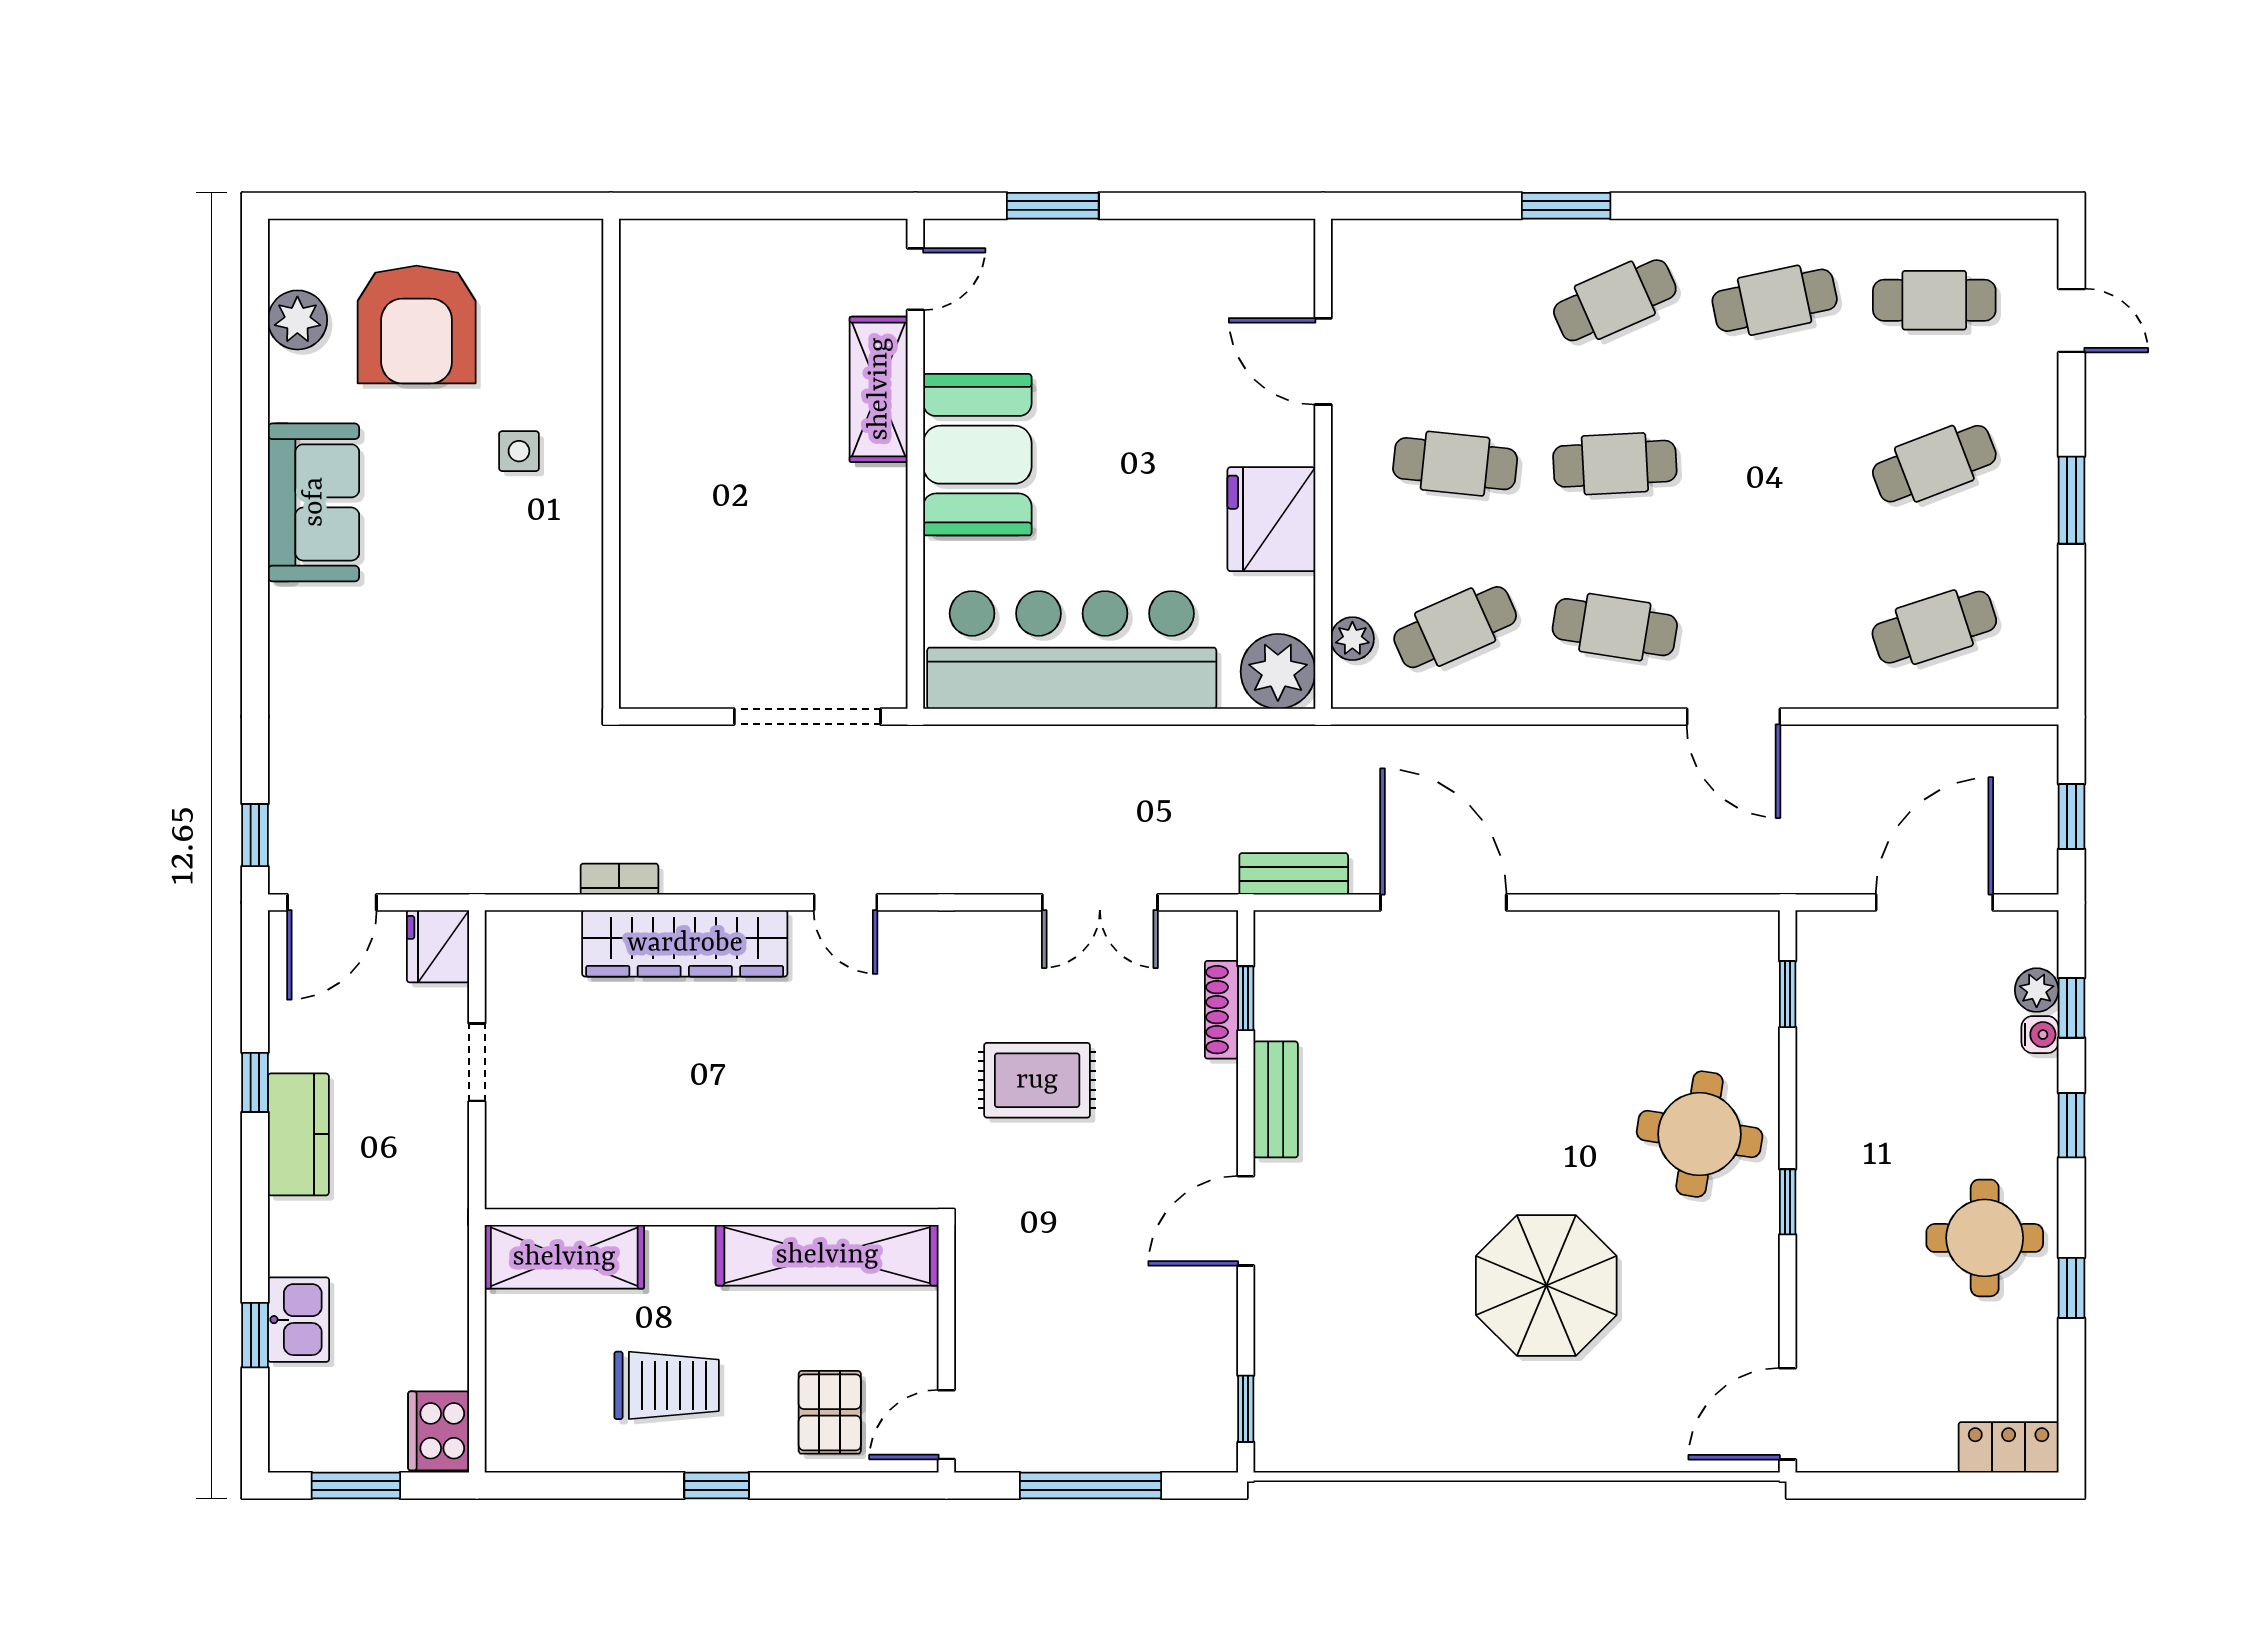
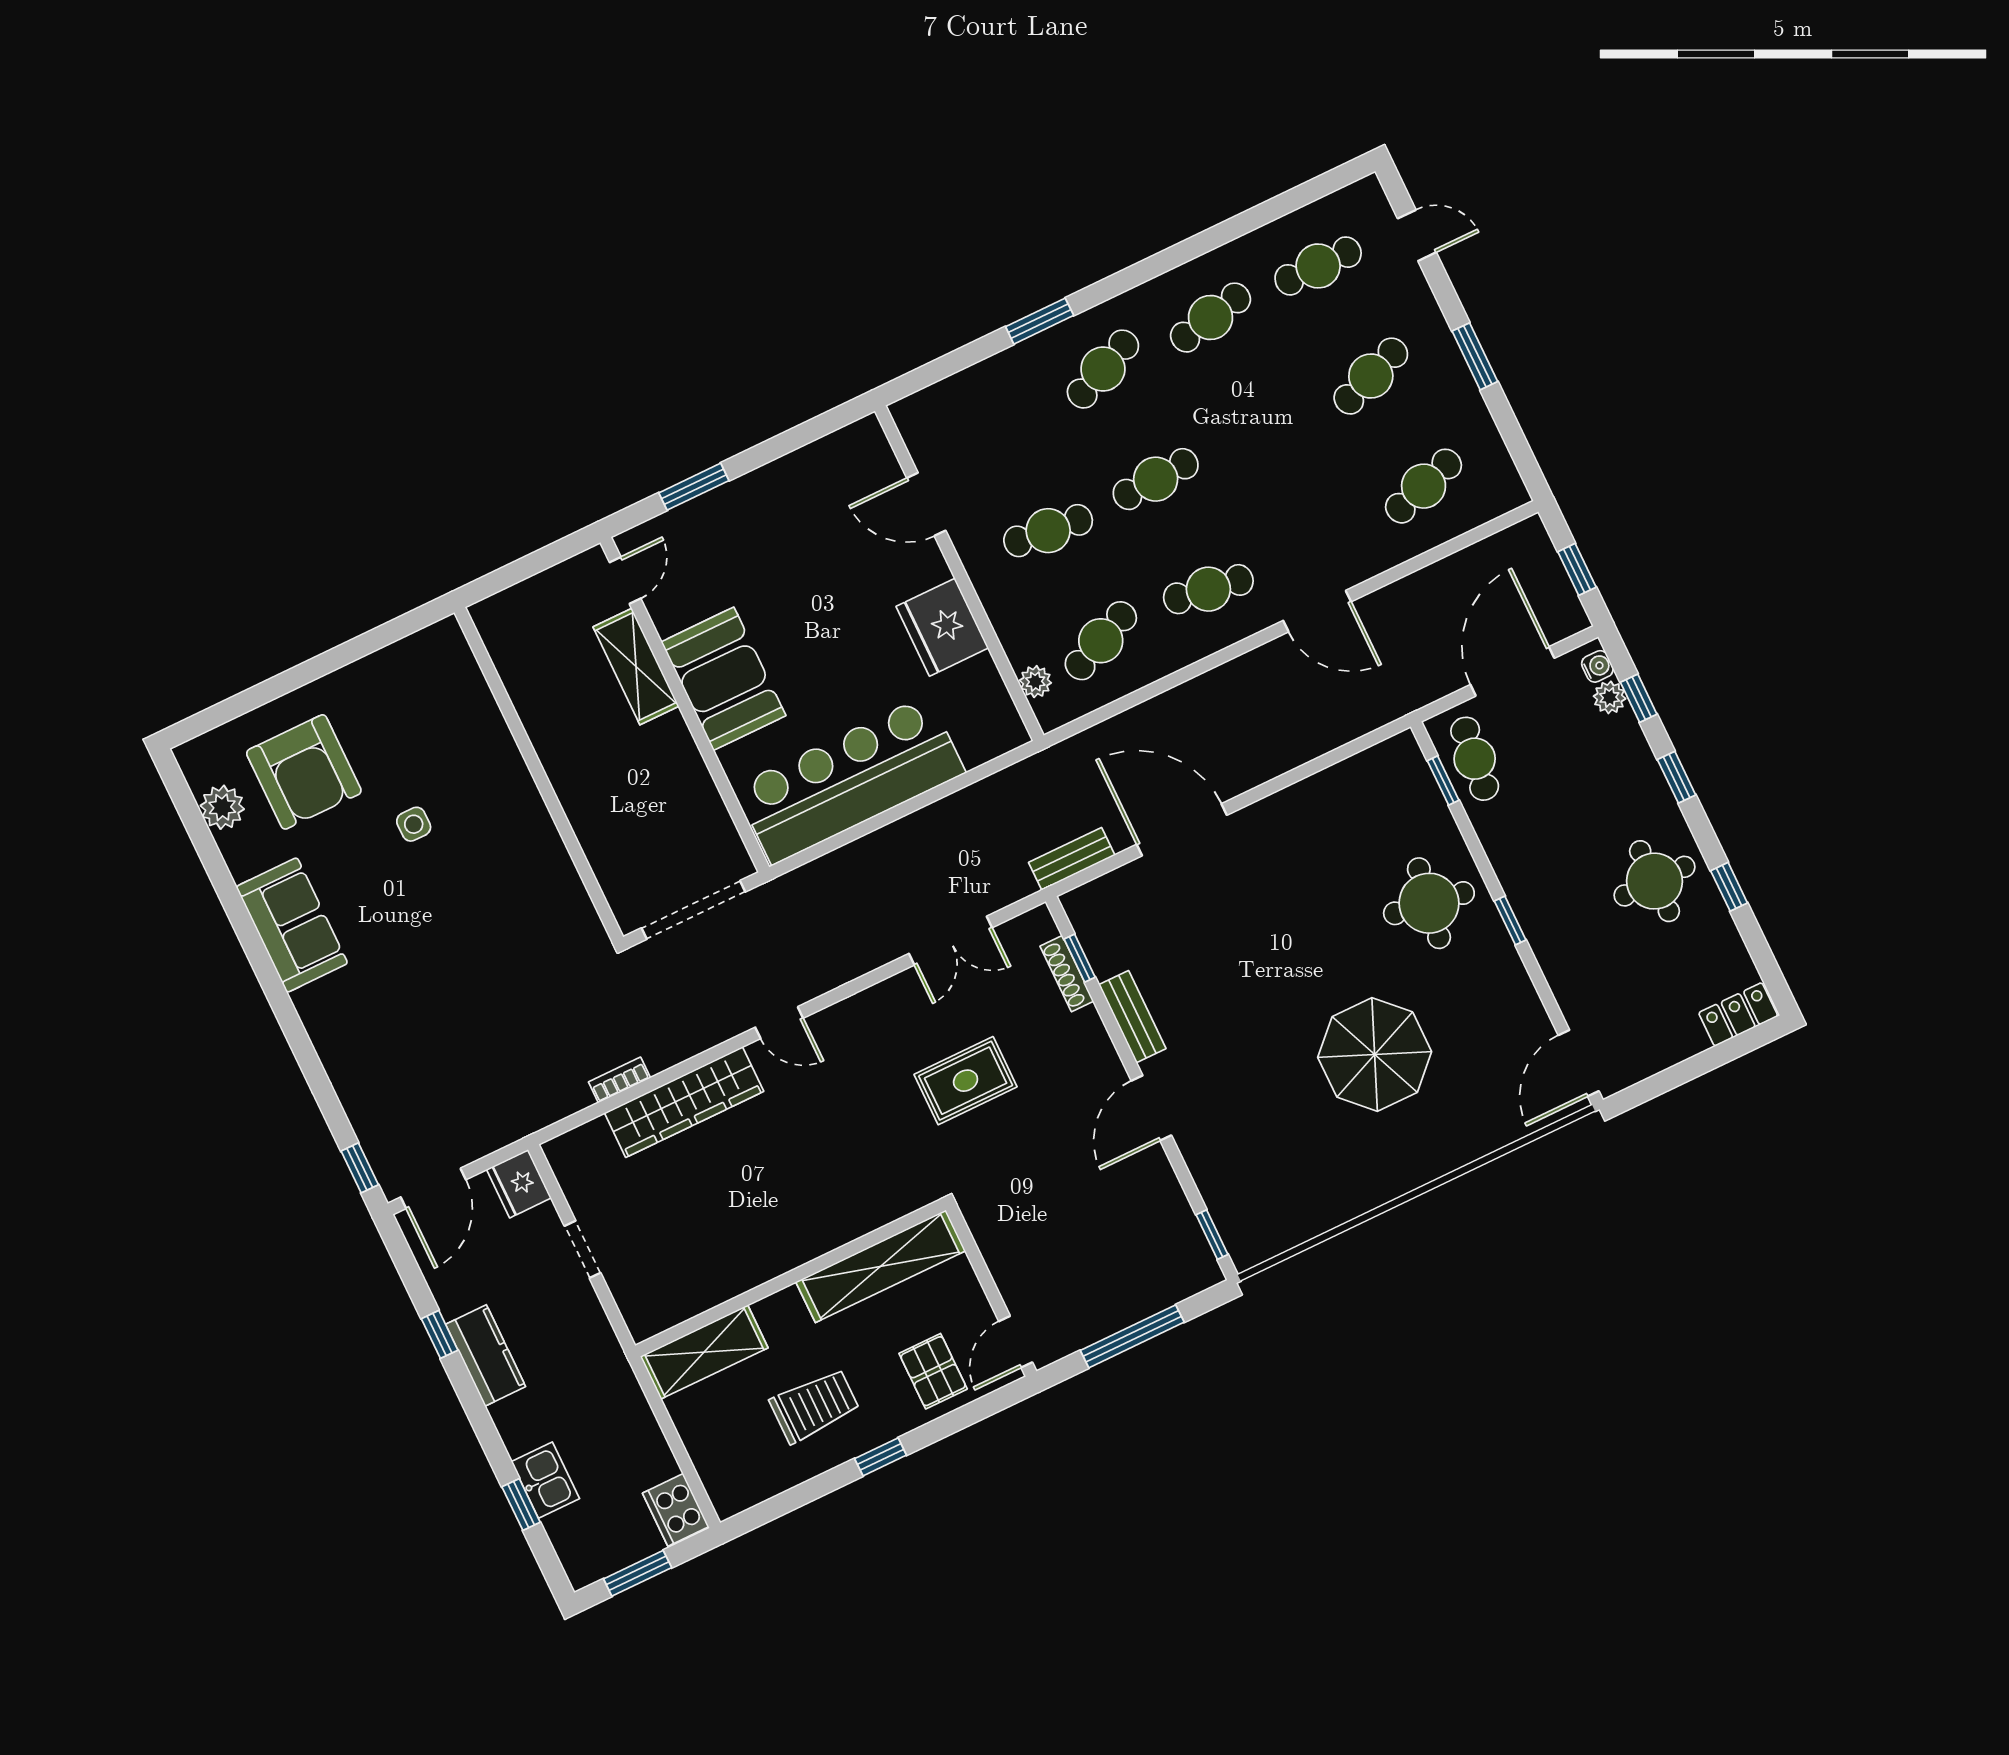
wall: (611, 464) -> (539, 775), moved
plant: (1278, 671) -> (996, 728), removed
cafe table: (1838, 986) -> (1475, 759), added
water cooler: (2040, 1035) -> (1597, 666), moved

